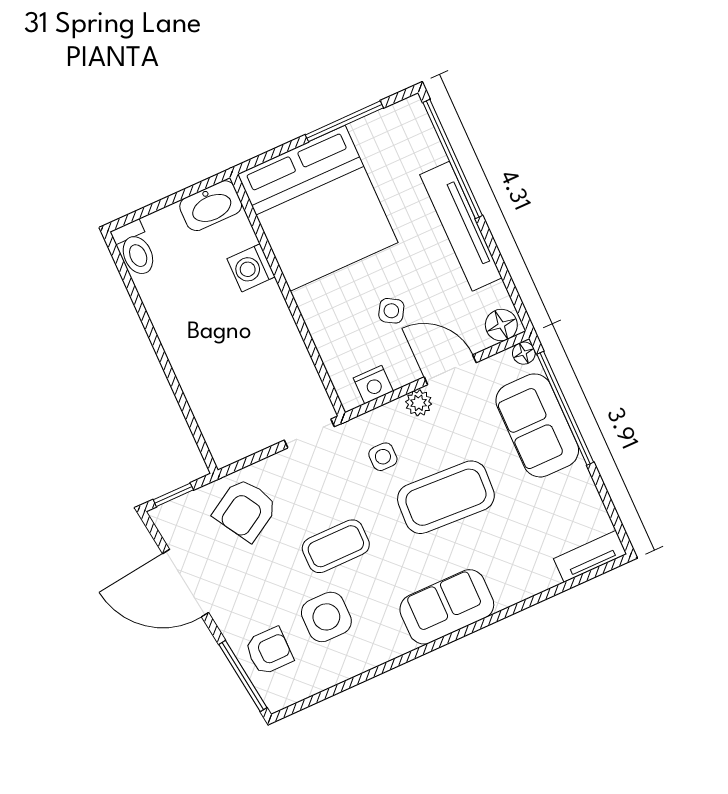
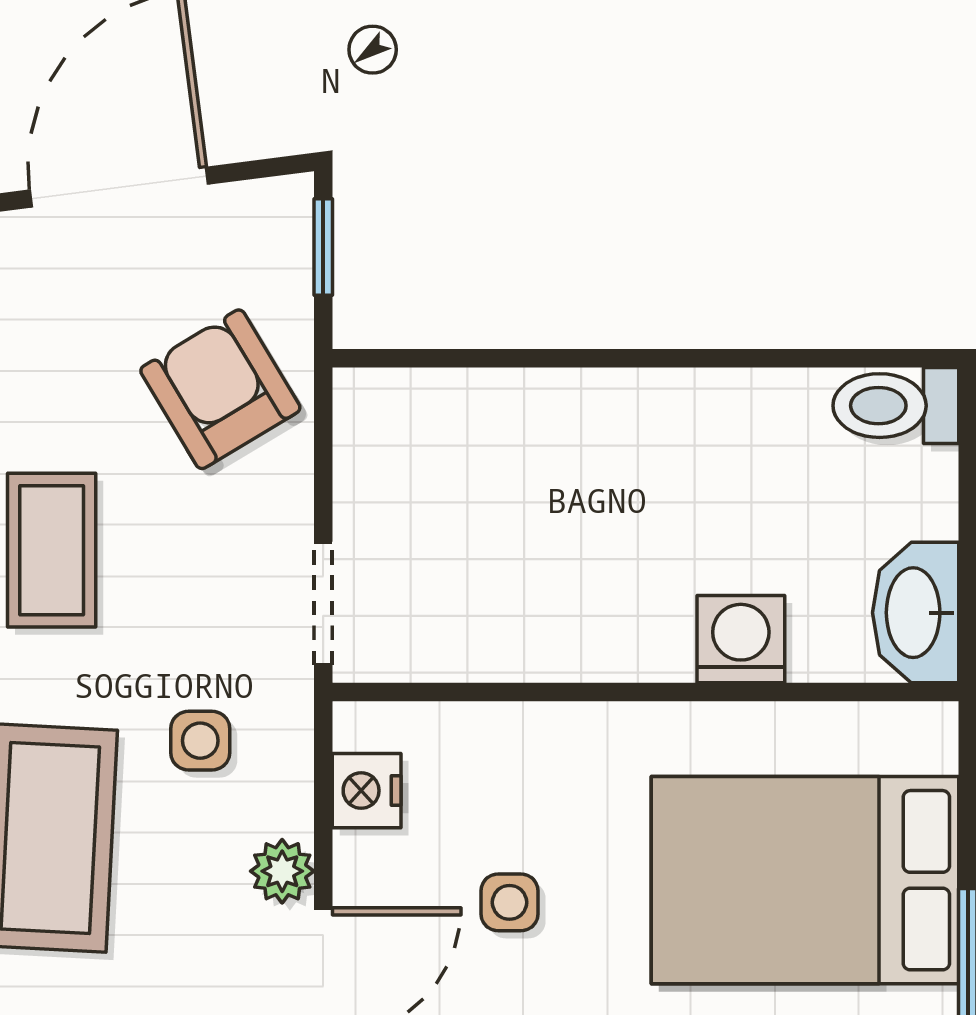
bed: (318, 208) -> (805, 880), width x0.73
side table: (391, 311) -> (510, 902), turned -31

